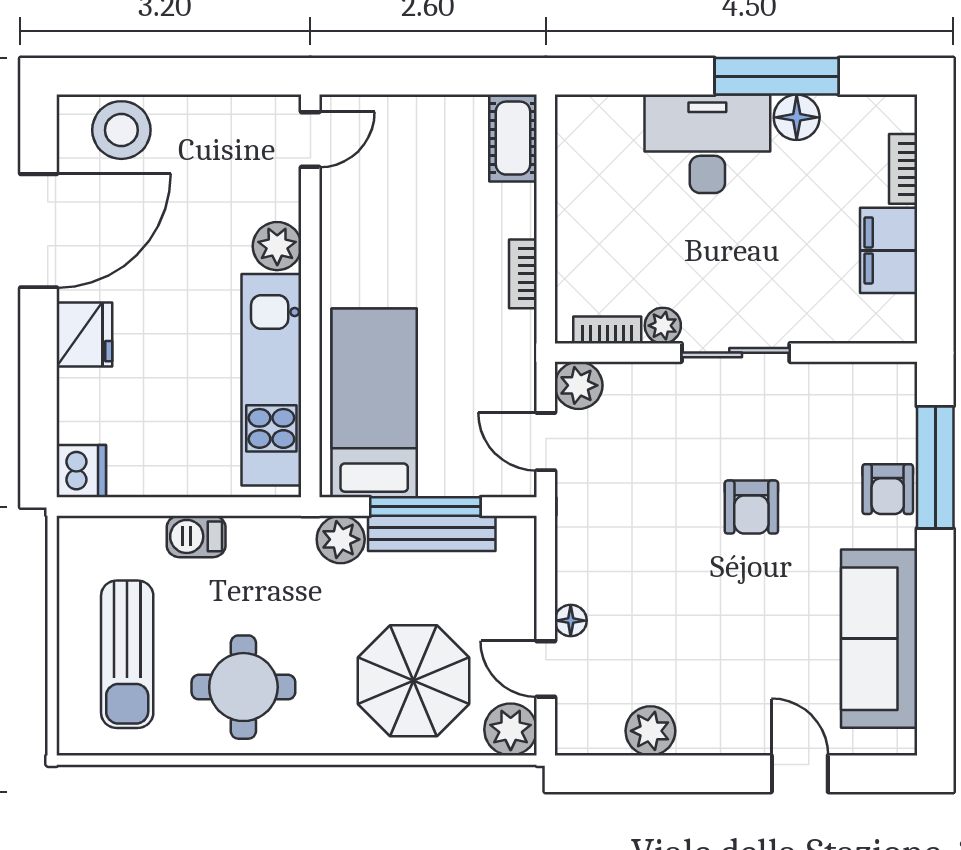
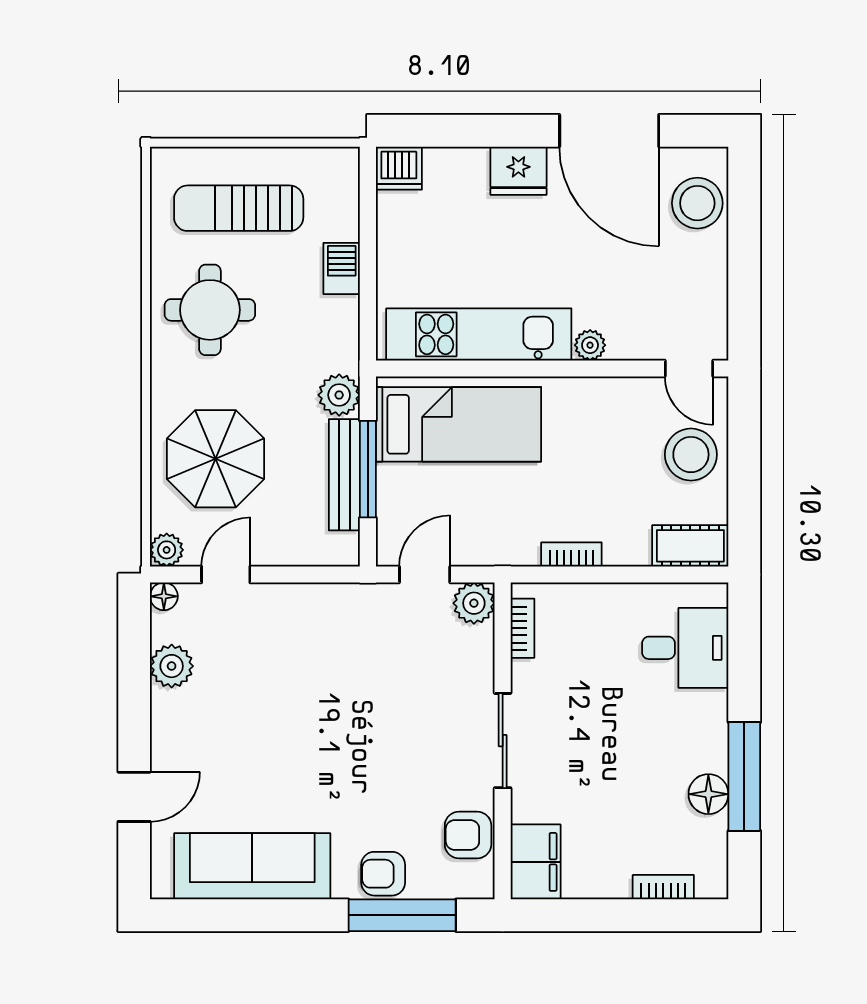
stool: (409, 137) -> (691, 455), added
desk: (707, 144) -> (685, 648), moved, width x0.73
plant: (277, 246) -> (590, 345), width x0.73, depth x0.73
filing cabinet: (889, 250) -> (536, 862), moved, turned 90
plant: (663, 326) -> (526, 677), removed
armchair: (751, 507) -> (468, 835), moved
floor lamp: (571, 621) -> (164, 596), moved
plant: (511, 729) -> (167, 550), width x0.73, depth x0.73

